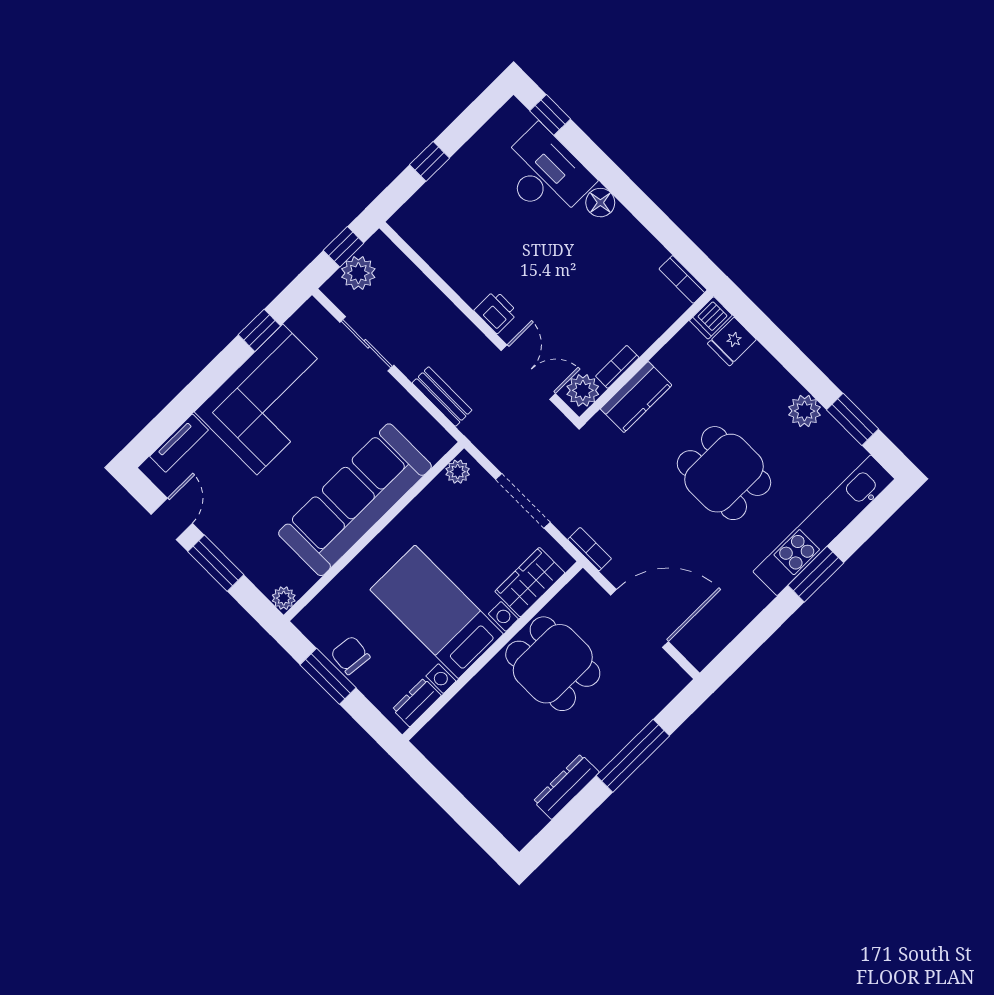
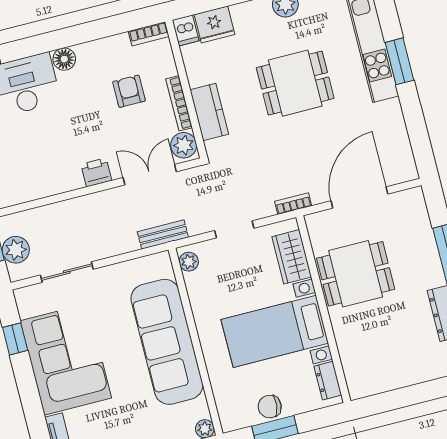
armchair: (607, 295) -> (129, 91), added
fridge: (732, 342) -> (215, 25), width x1.38
bookcase: (617, 367) -> (179, 103), width x1.56
bench: (442, 397) -> (163, 235), moved
doorway: (523, 501) -> (234, 229), width x0.73

